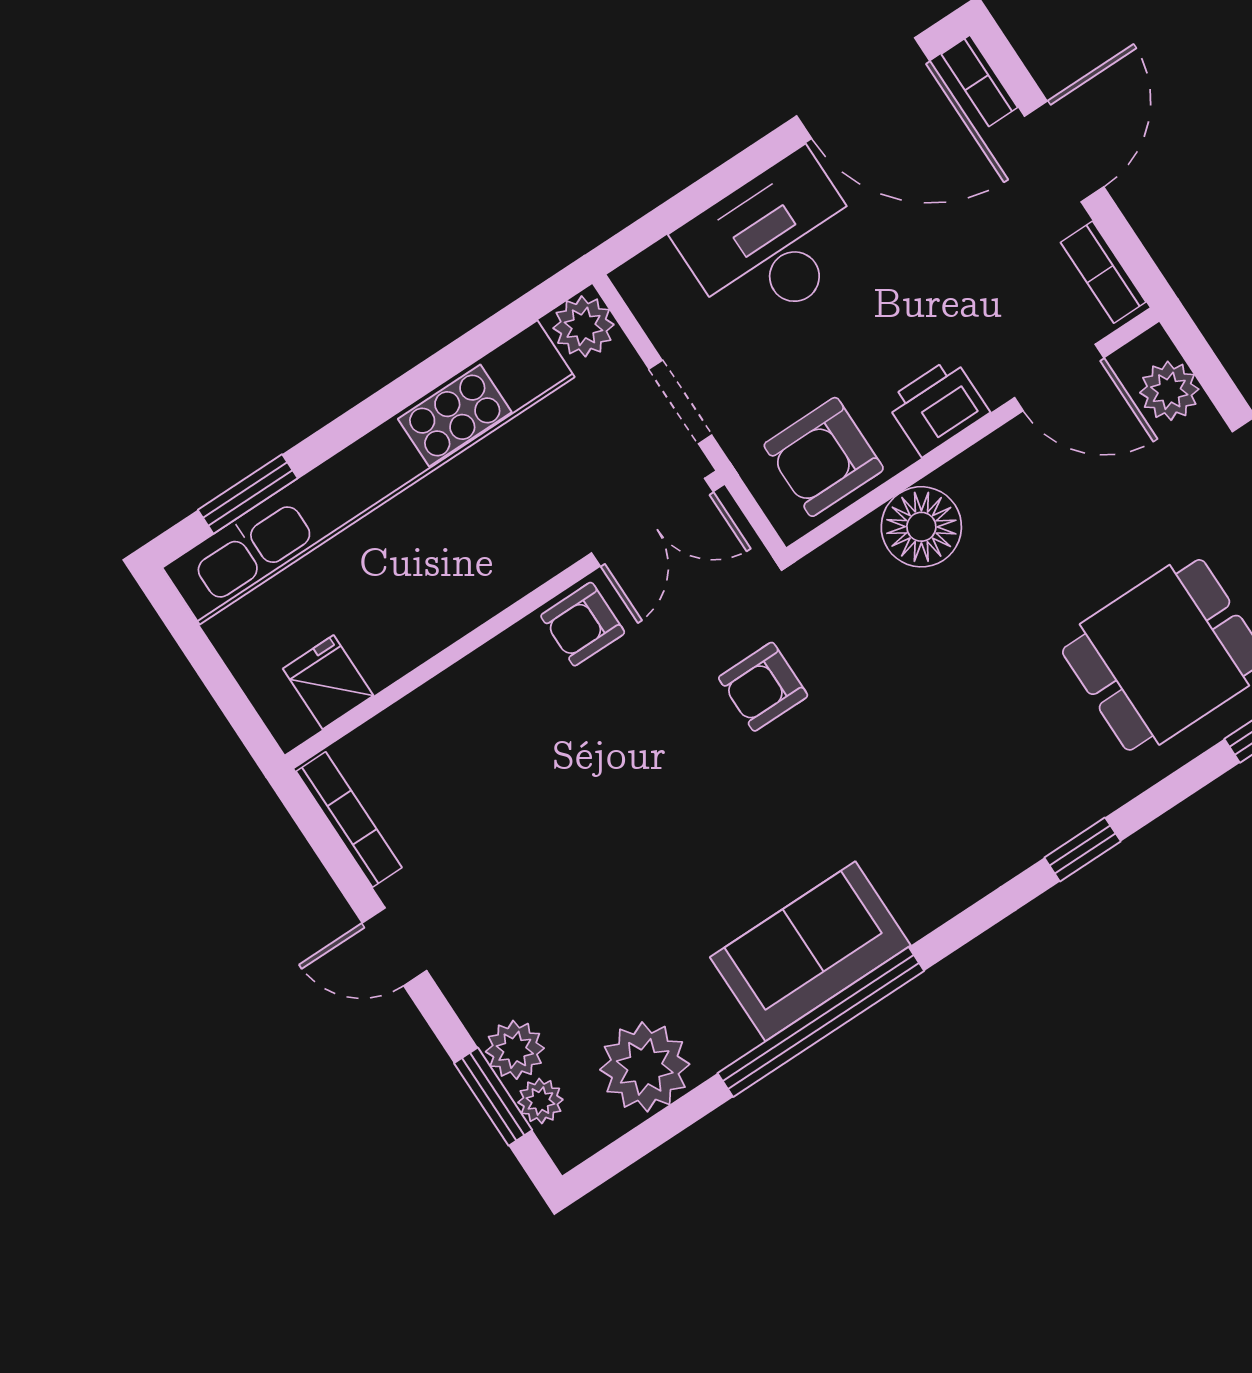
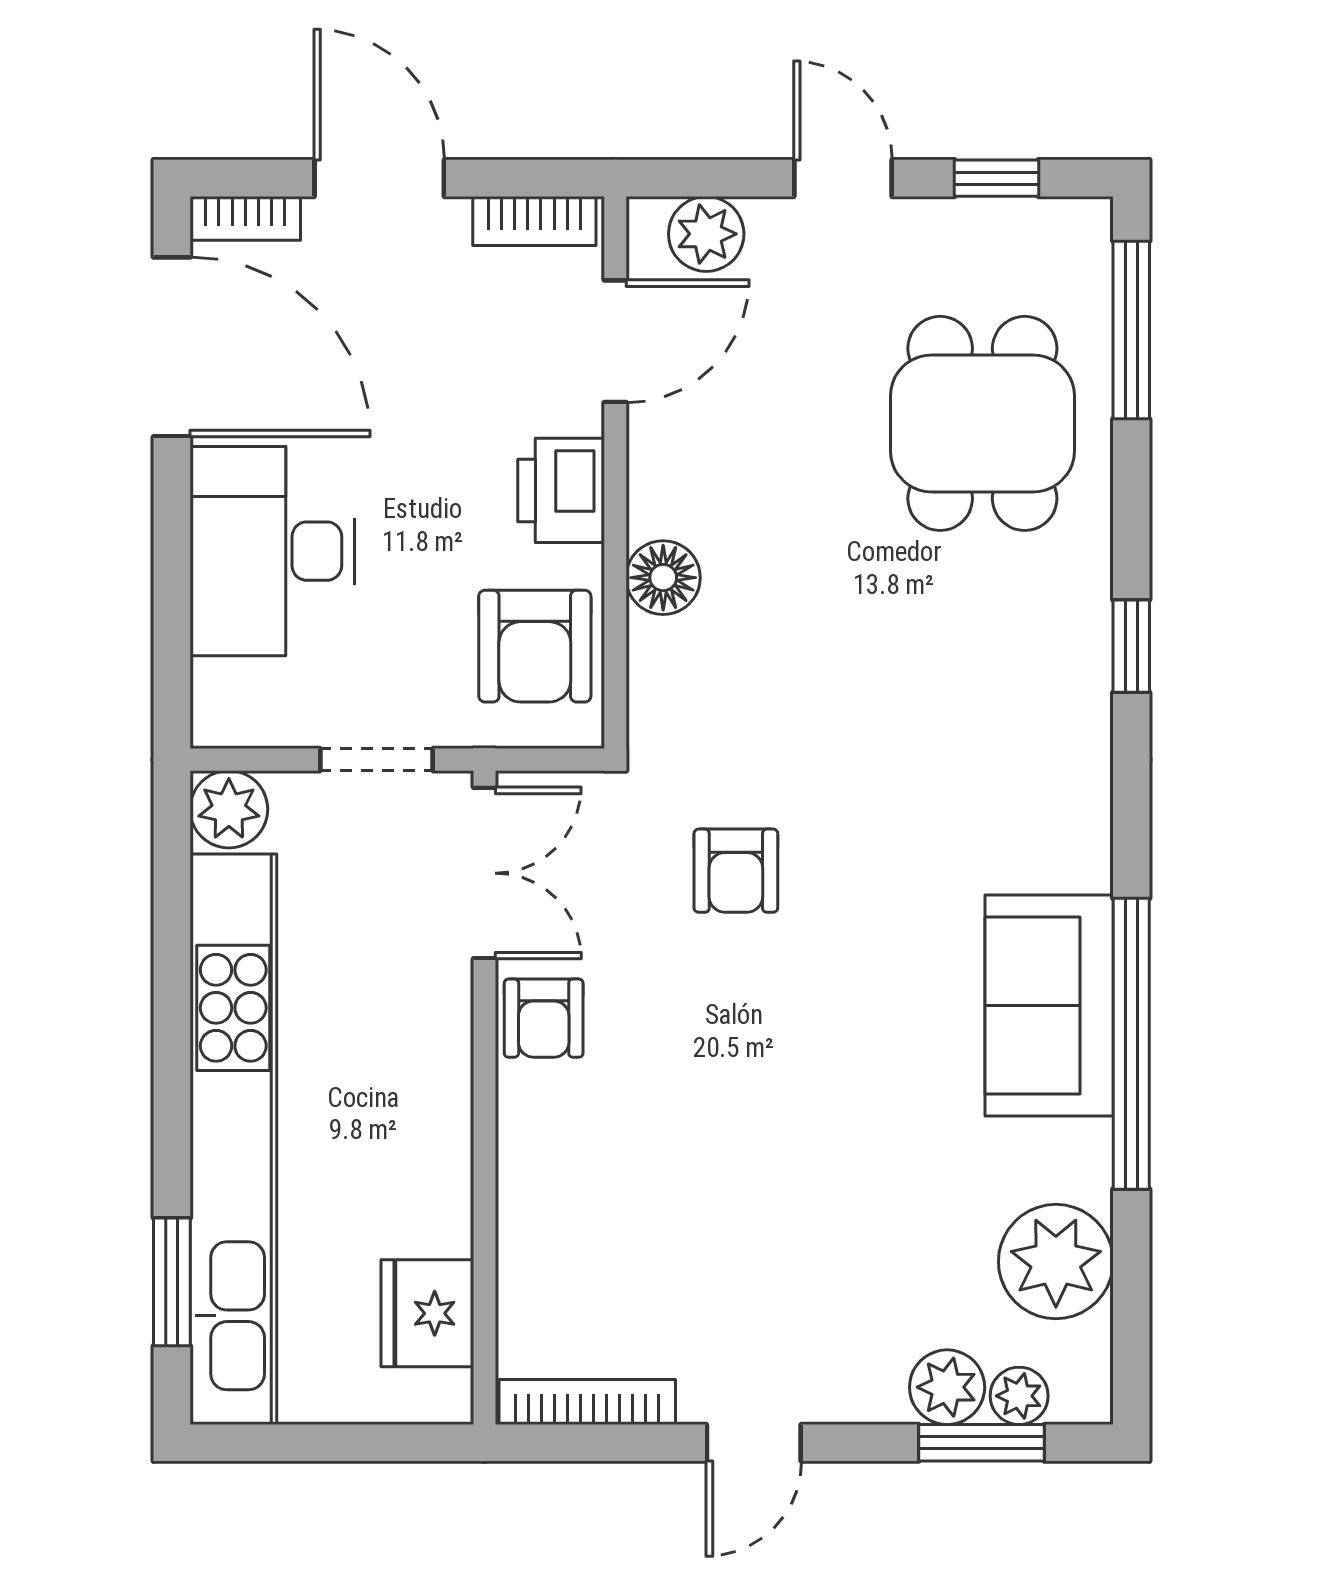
door: (863, 88) -> (172, 347), hinge flipped
floor lamp: (921, 527) -> (663, 578), width x0.73, depth x0.73
fridge: (328, 682) -> (427, 1313), width x1.38

